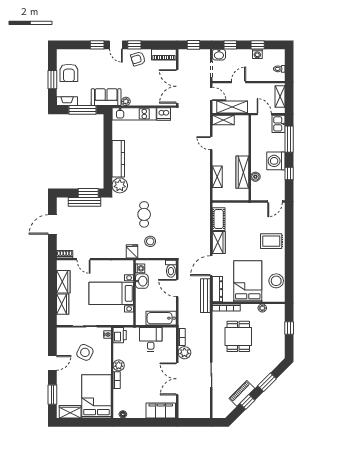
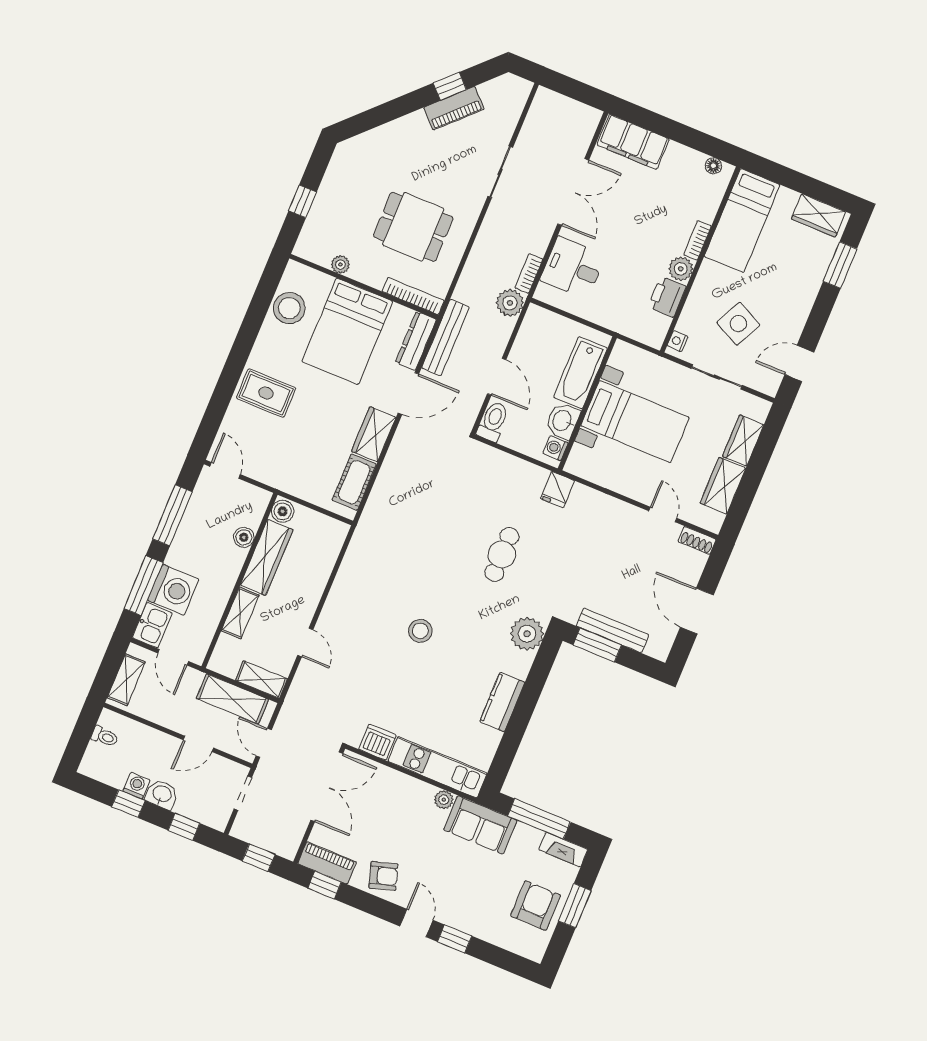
window: (134, 45) -> (325, 885), moved
washbasin: (219, 55) -> (162, 794), moved
kitchen counter: (118, 159) -> (502, 702), width x0.67
washing machine: (276, 161) -> (173, 590), moved
window: (289, 174) -> (173, 515), width x2.17
shelving: (217, 177) -> (240, 613), moved
boiler: (244, 194) -> (283, 511), added
door: (275, 202) -> (225, 470), hinge flipped
door: (52, 225) -> (697, 611), swing flipped
stool: (150, 241) -> (420, 631), moved
bathtub: (161, 318) -> (580, 373), moved, turned 90
printer: (120, 335) -> (667, 297), moved
dining table: (238, 336) -> (413, 227), turned 90
desk: (151, 339) -> (573, 268), moved, turned 90
plant: (184, 353) -> (510, 303), moved
door: (52, 363) -> (799, 363), moved
window: (267, 382) -> (393, 110), removed
bed: (96, 396) -> (742, 221), width x0.67

